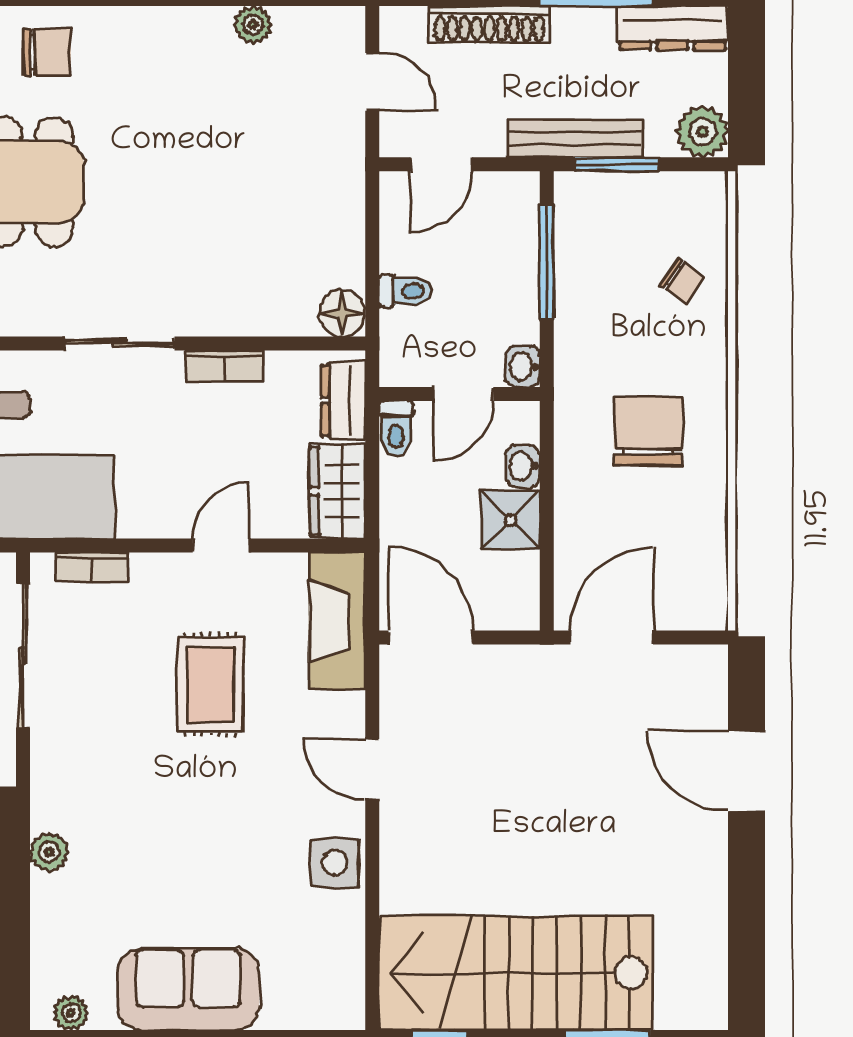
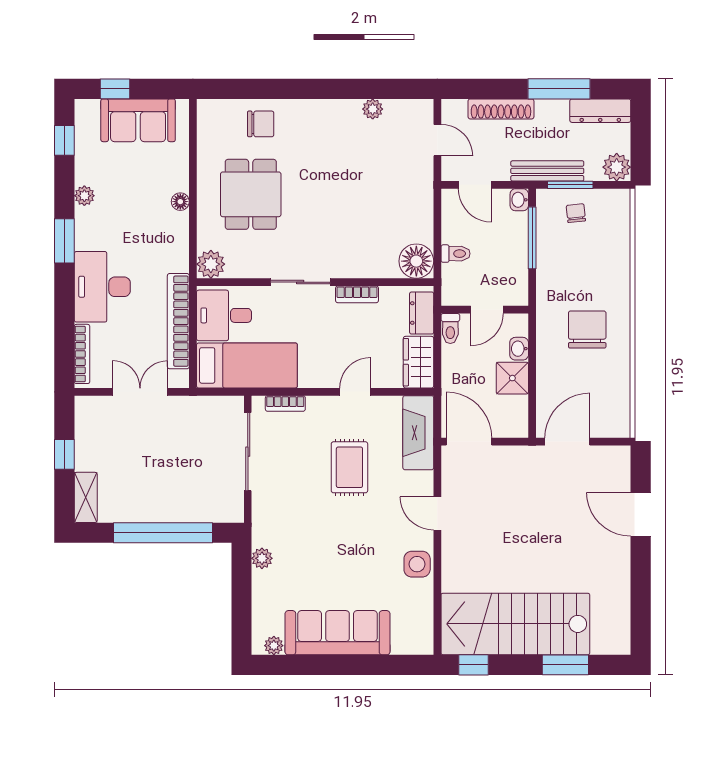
door: (441, 164) -> (475, 185), hinge flipped
chair: (683, 281) -> (576, 213), moved, turned -131
floor lamp: (342, 313) -> (416, 261), width x1.38, depth x1.38
washbasin: (523, 366) -> (519, 200), moved
sofa: (188, 989) -> (337, 633), width x1.36

